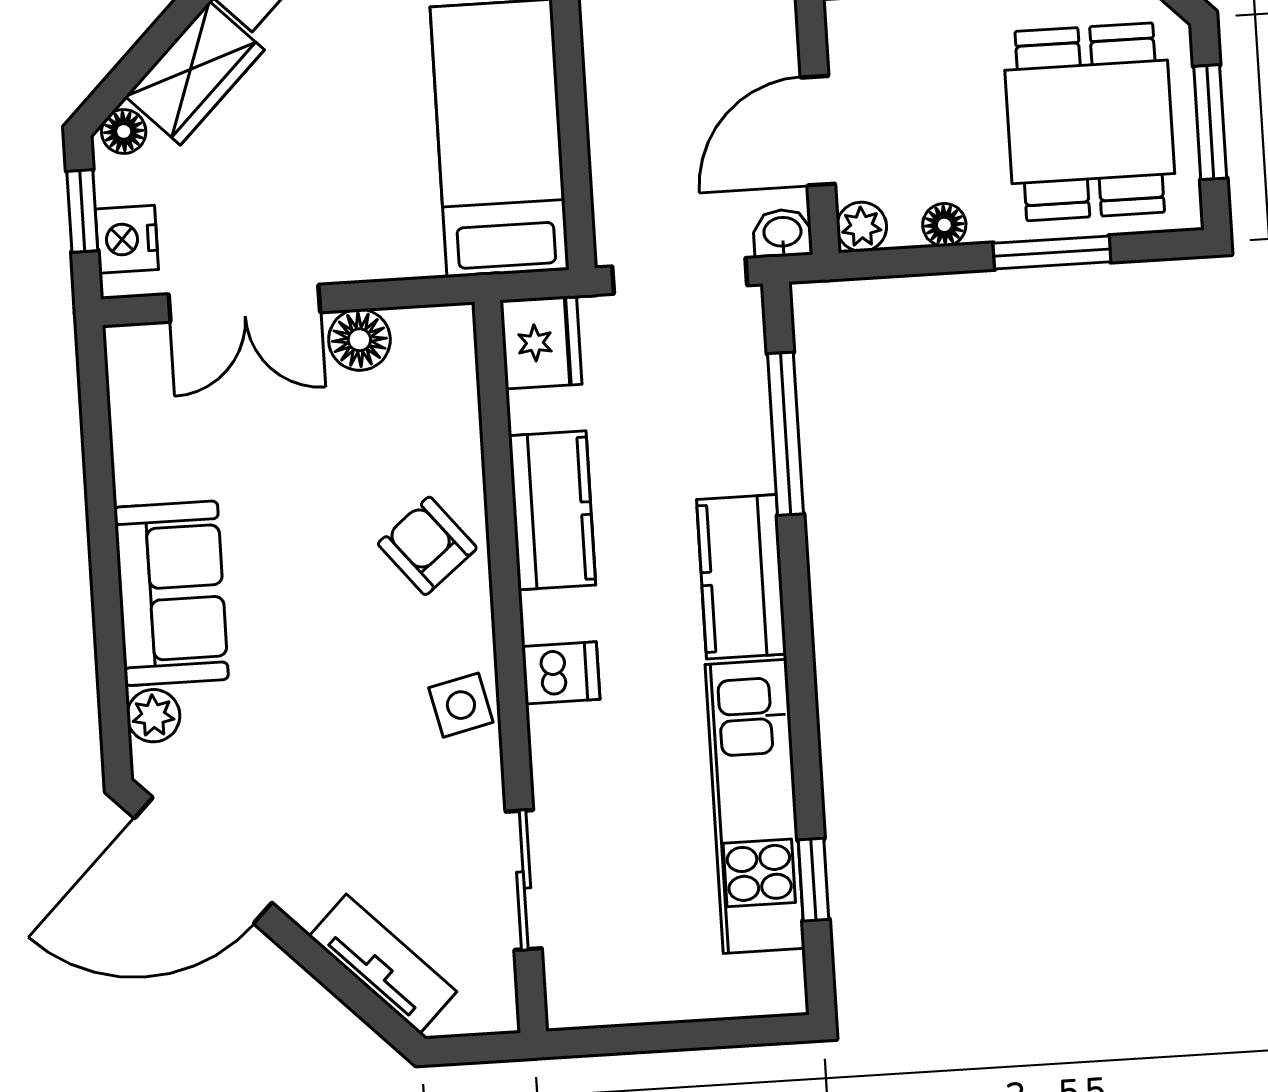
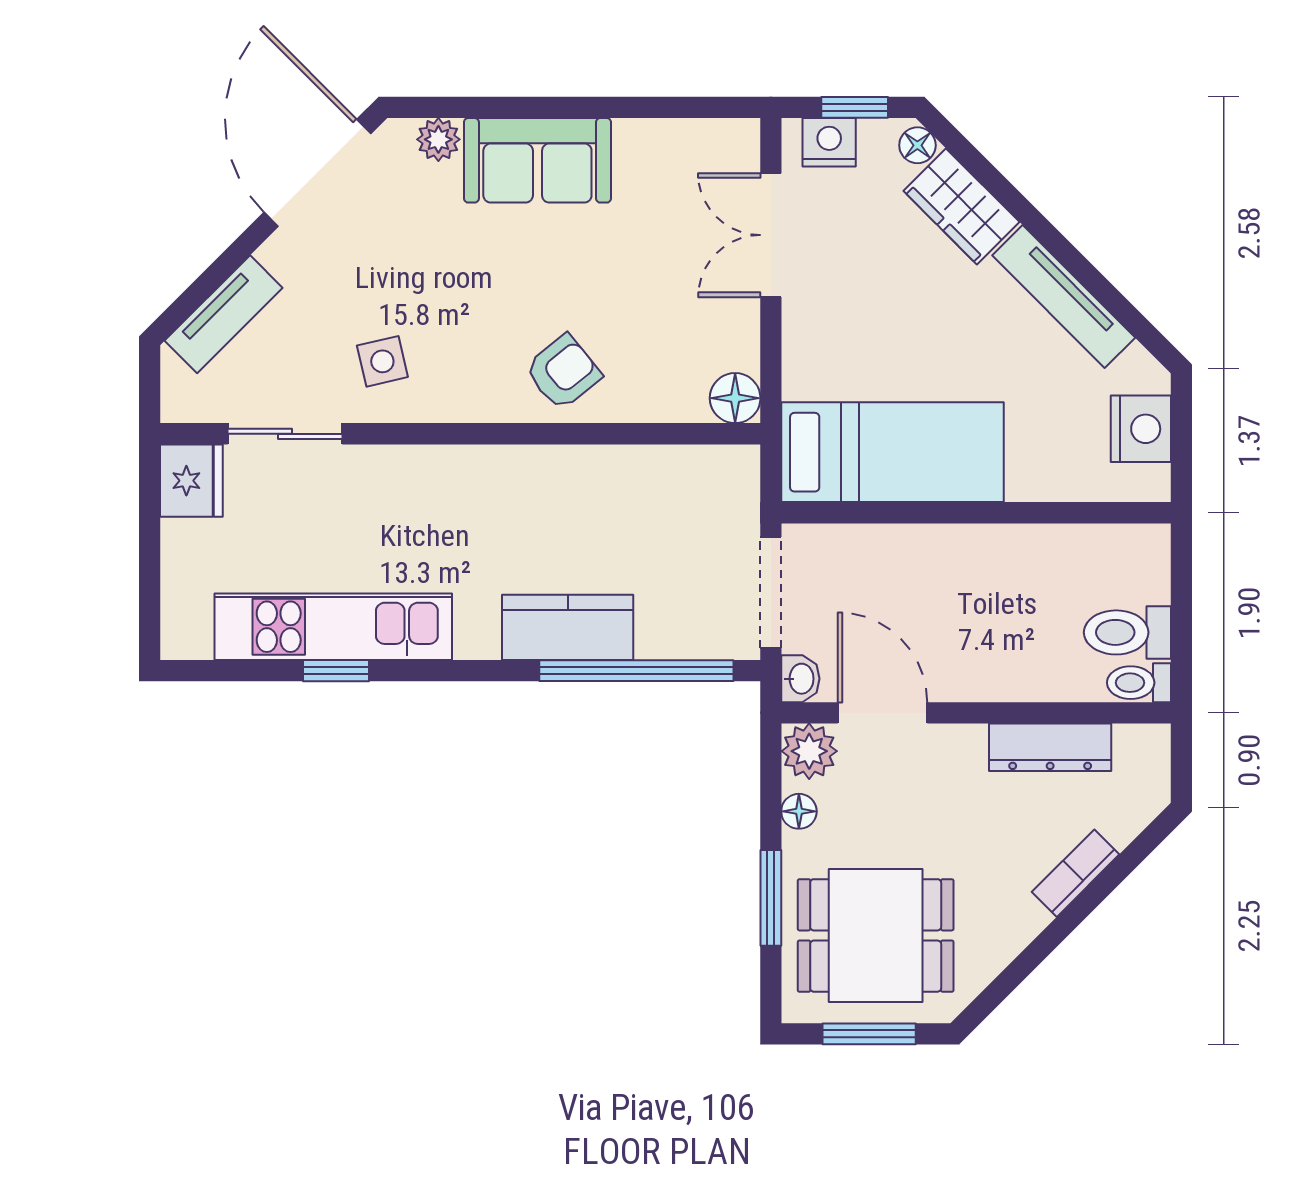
plant: (862, 227) -> (809, 751), width x1.38, depth x1.38
floor lamp: (359, 340) -> (735, 398), moved
fridge: (541, 342) -> (191, 481), moved, turned -90
window: (785, 434) -> (636, 671), width x1.46
kitchen counter: (552, 510) -> (586, 476), removed
kitchen counter: (741, 577) -> (568, 627), moved
dishwasher: (561, 673) -> (452, 475), removed
side table: (461, 705) -> (382, 361), moved
window: (813, 880) -> (336, 671), moved

